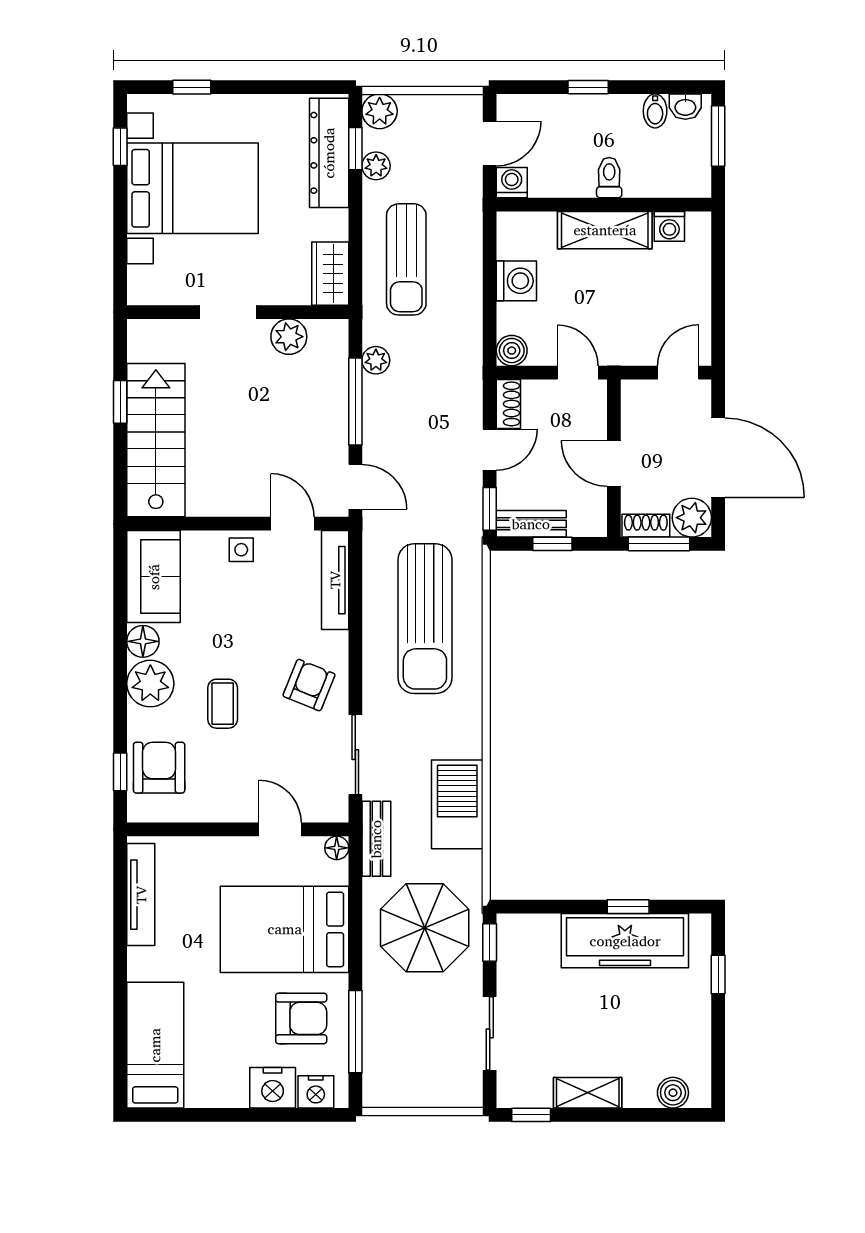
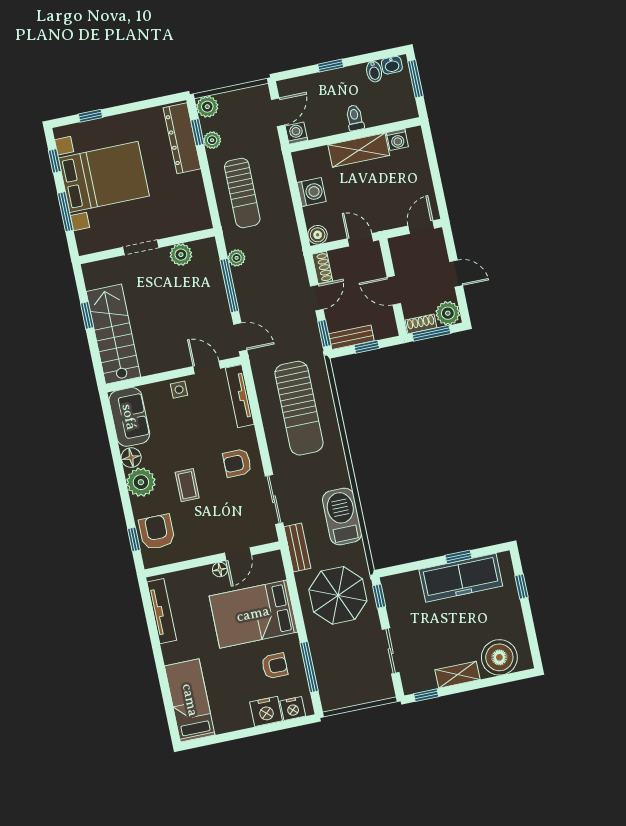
window: (120, 230) -> (65, 212), added
wardrobe: (330, 274) -> (198, 211), removed
door: (718, 458) -> (456, 274), width x0.53
armchair: (309, 685) -> (237, 463), turned -112
door: (280, 829) -> (238, 554), swing flipped
floor lamp: (337, 848) -> (220, 570), moved
armchair: (301, 1018) -> (275, 666), width x0.72, depth x0.72
boiler: (673, 1093) -> (499, 657), width x1.86, depth x1.86

